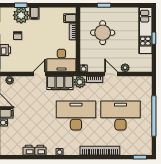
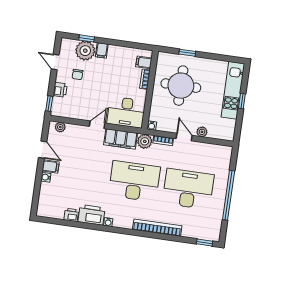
round table: (103, 33) -> (181, 86), width x1.36, depth x1.36
printer: (40, 150) -> (91, 215), width x1.87, depth x1.48

